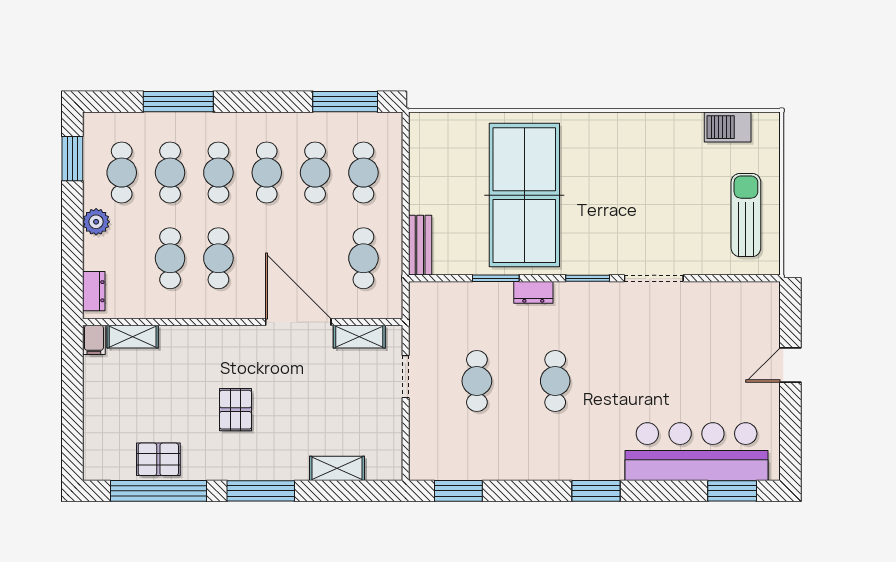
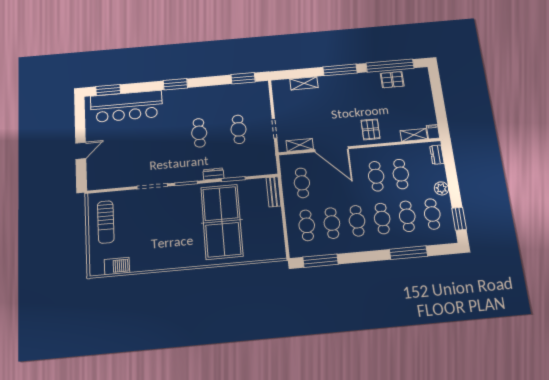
pallet: (235, 410) -> (371, 129), moved

